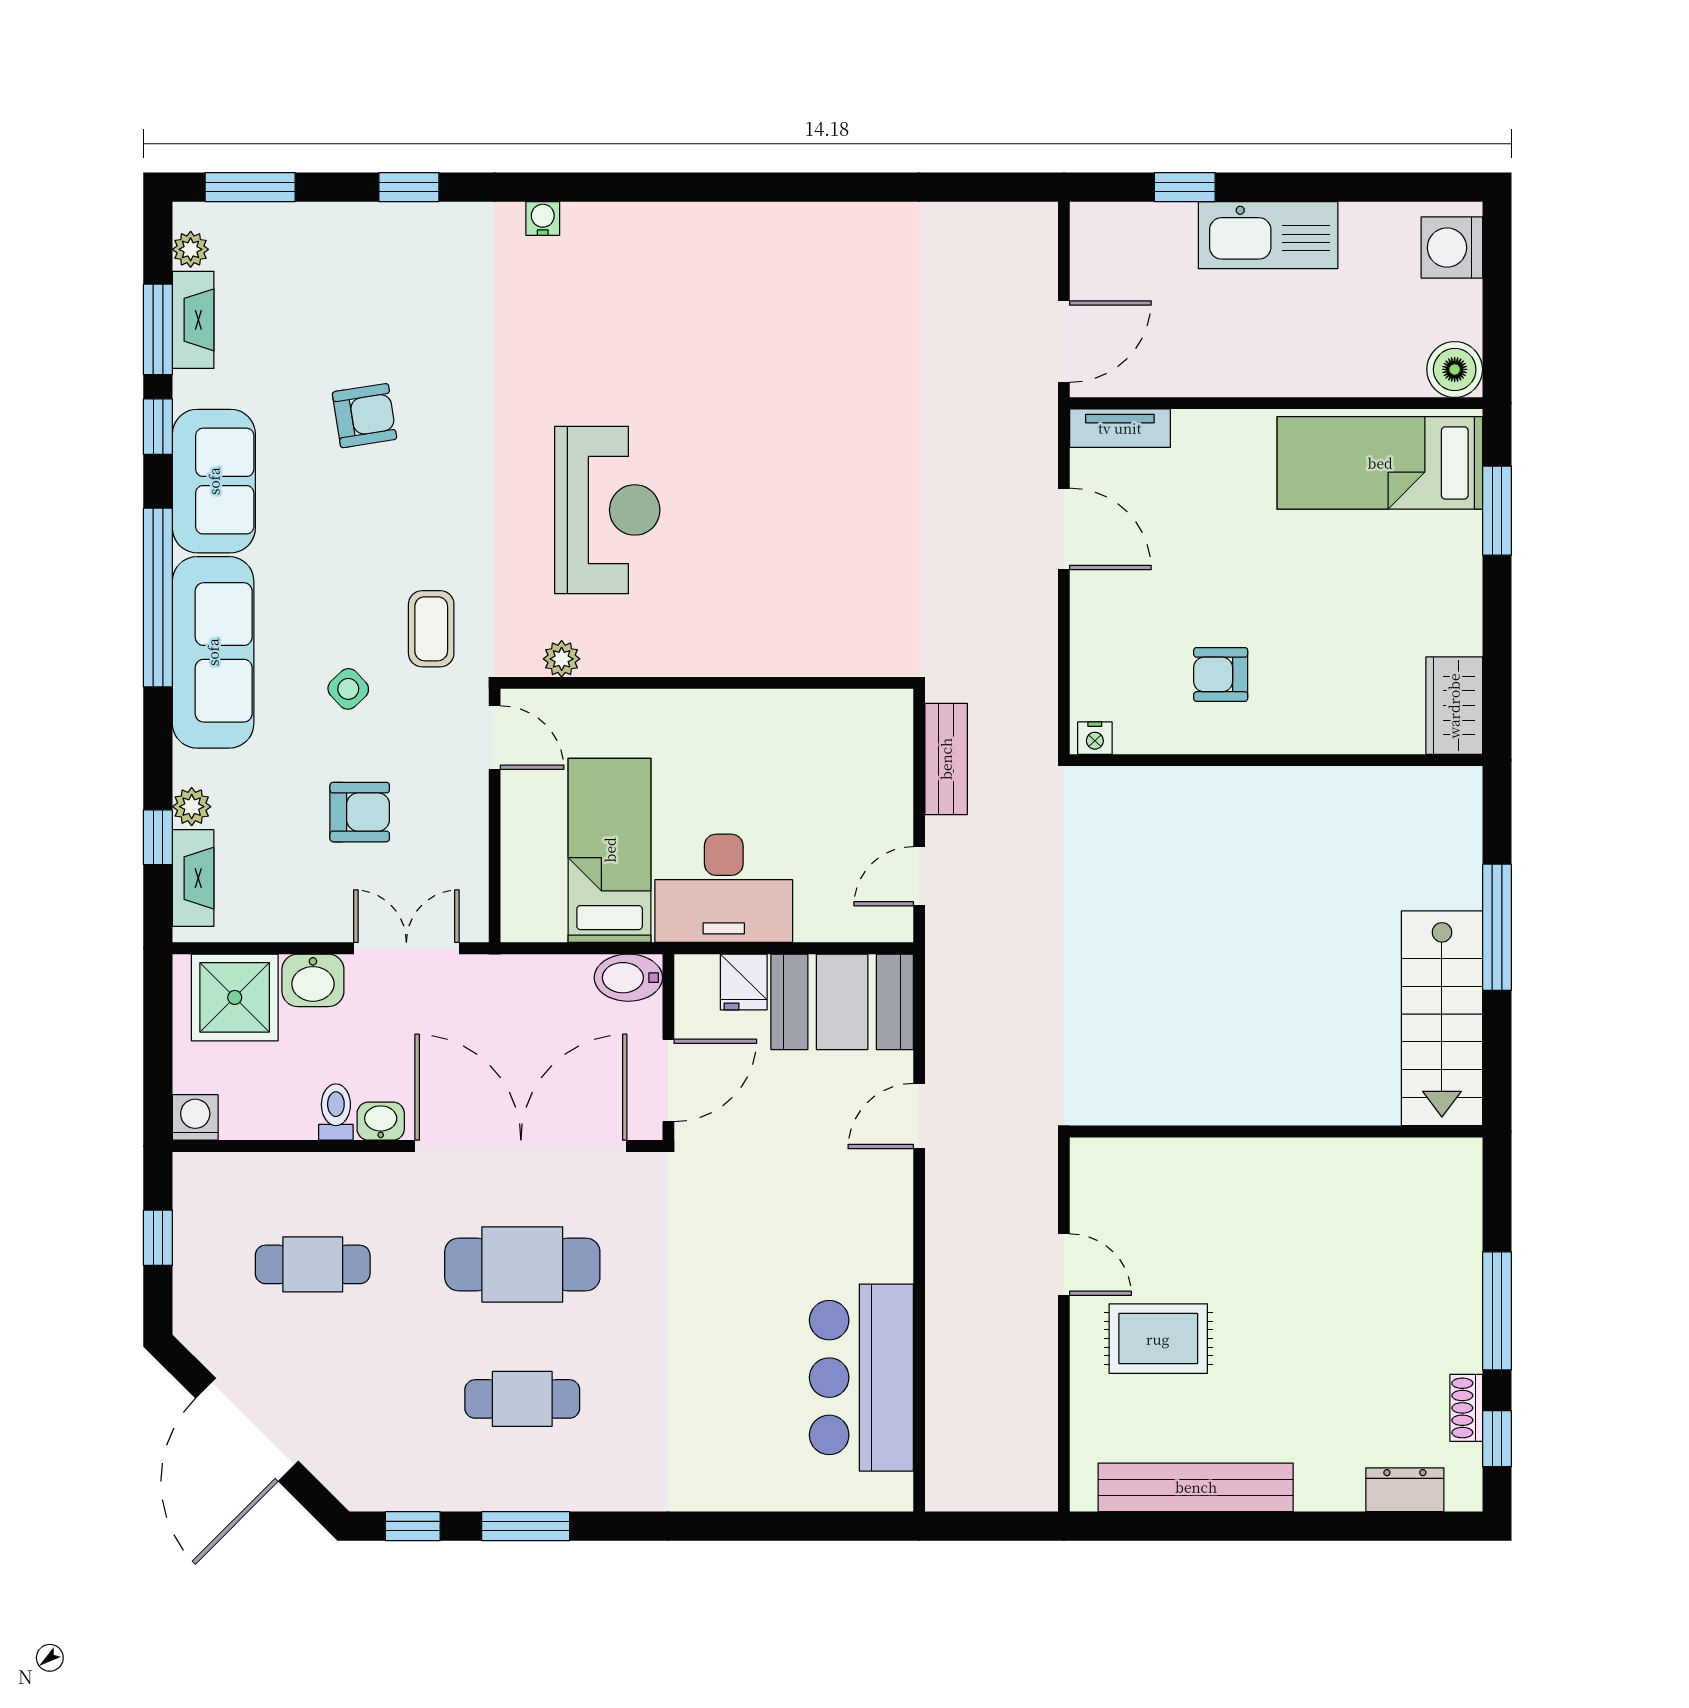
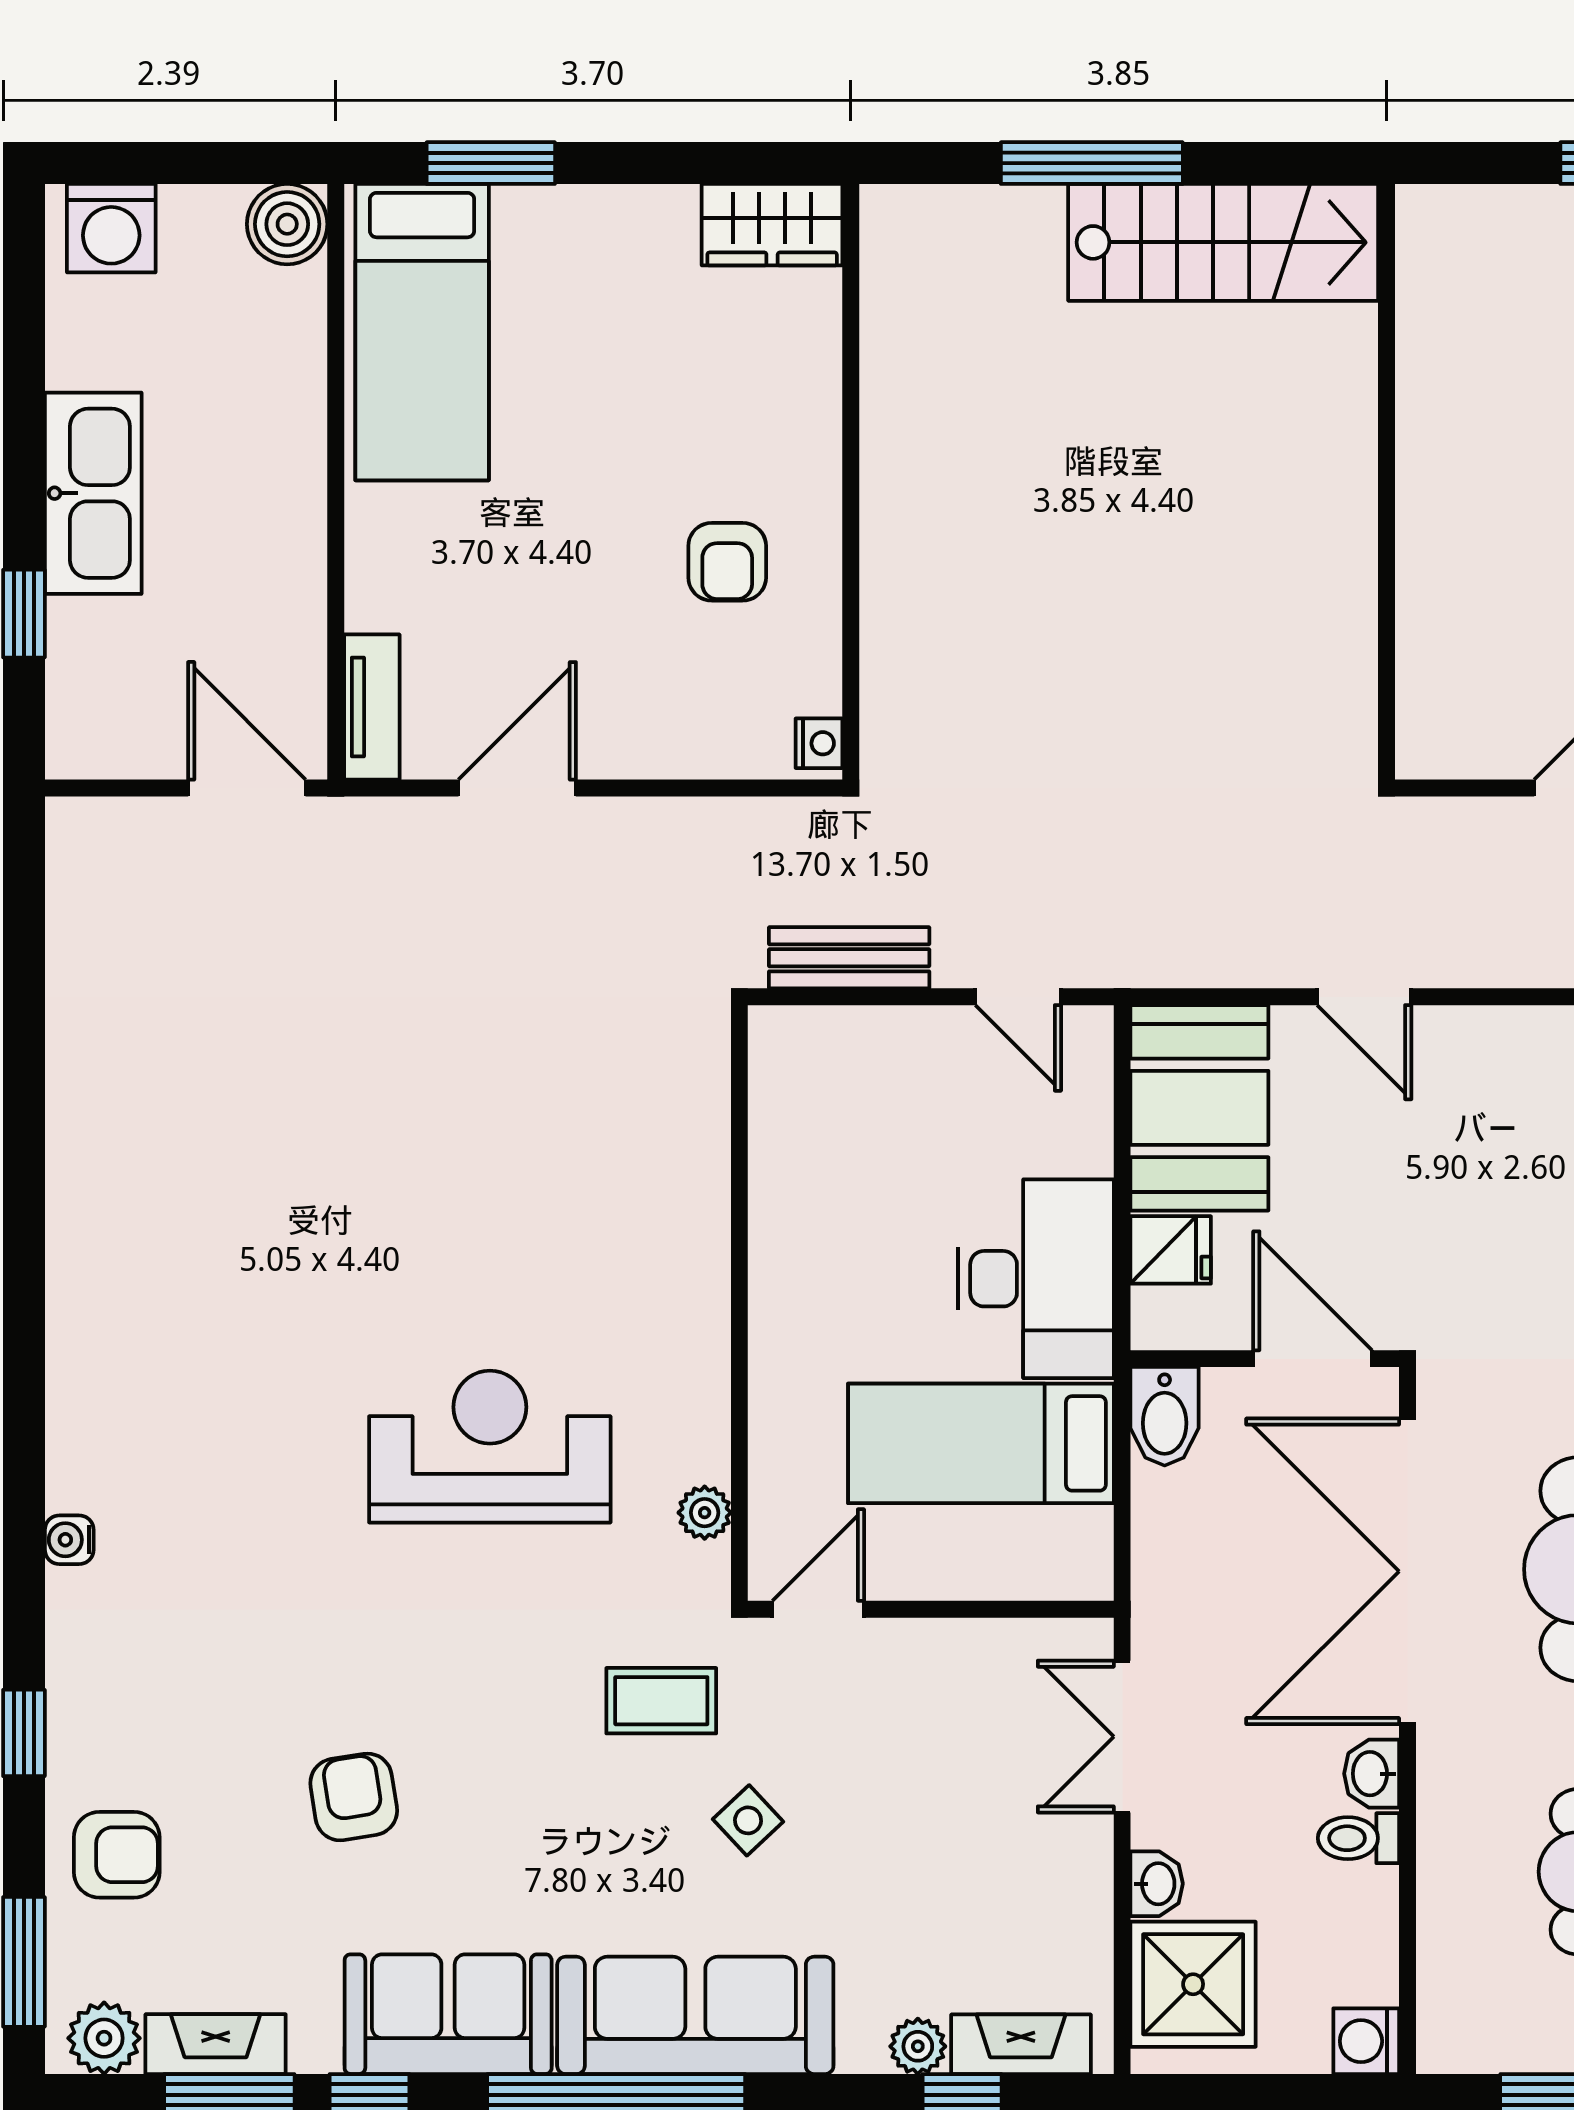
plant: (191, 249) -> (104, 2038), width x1.38, depth x1.38
armchair: (360, 812) -> (117, 1855), moved, turned 90
washbasin: (313, 980) -> (1157, 1884), width x0.72, depth x0.69

